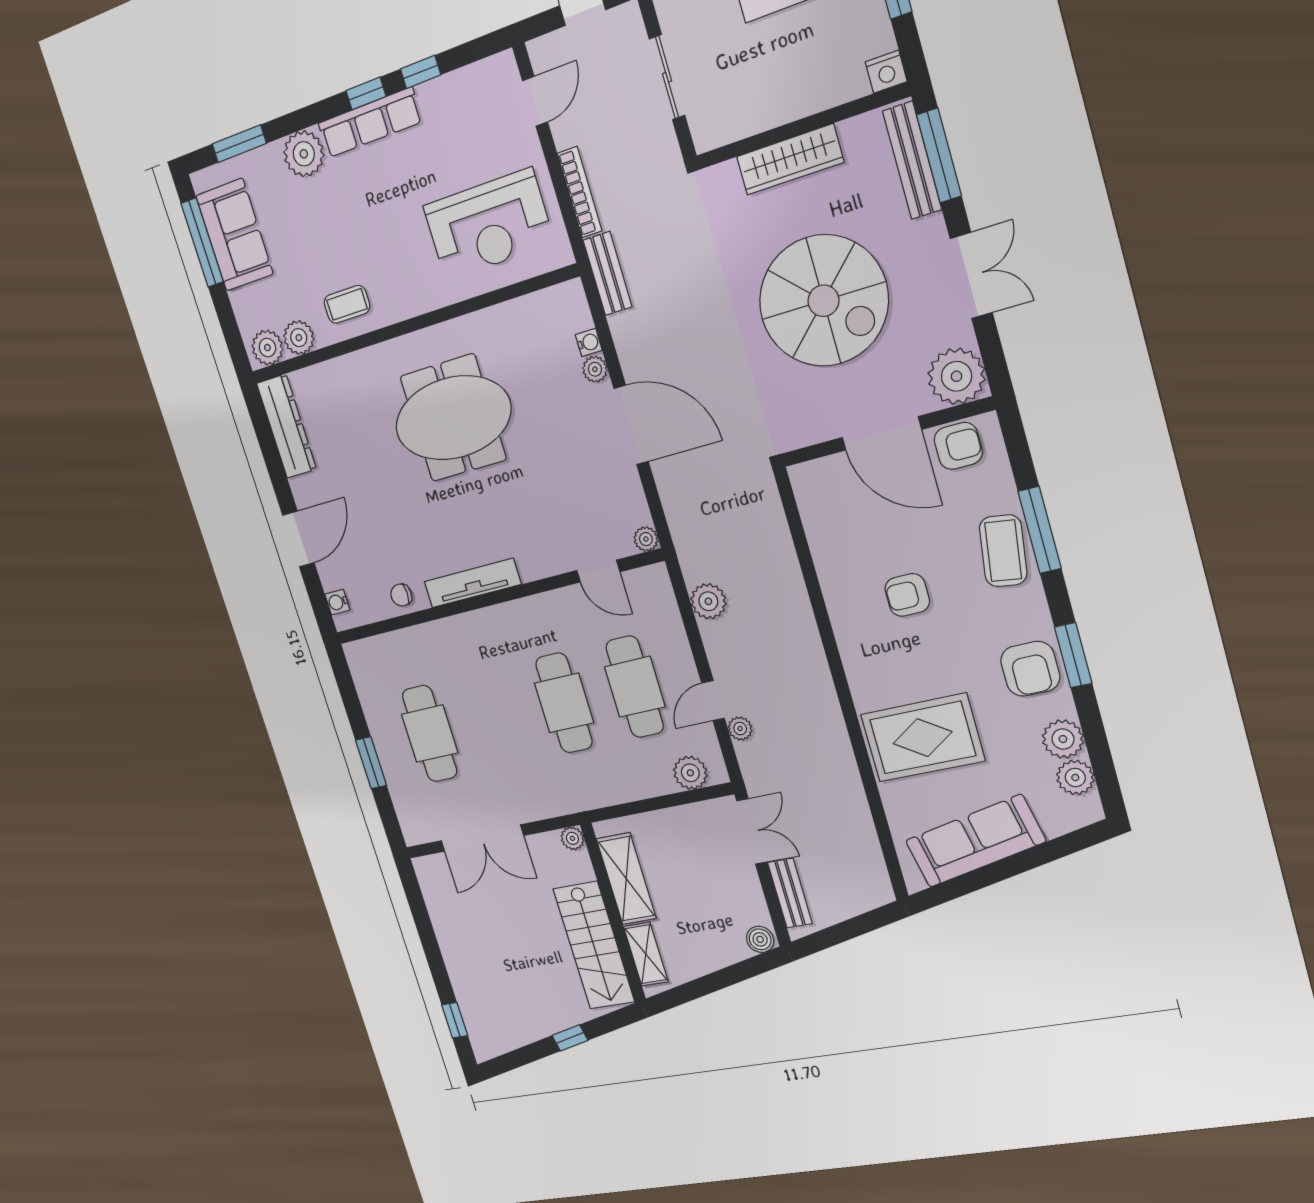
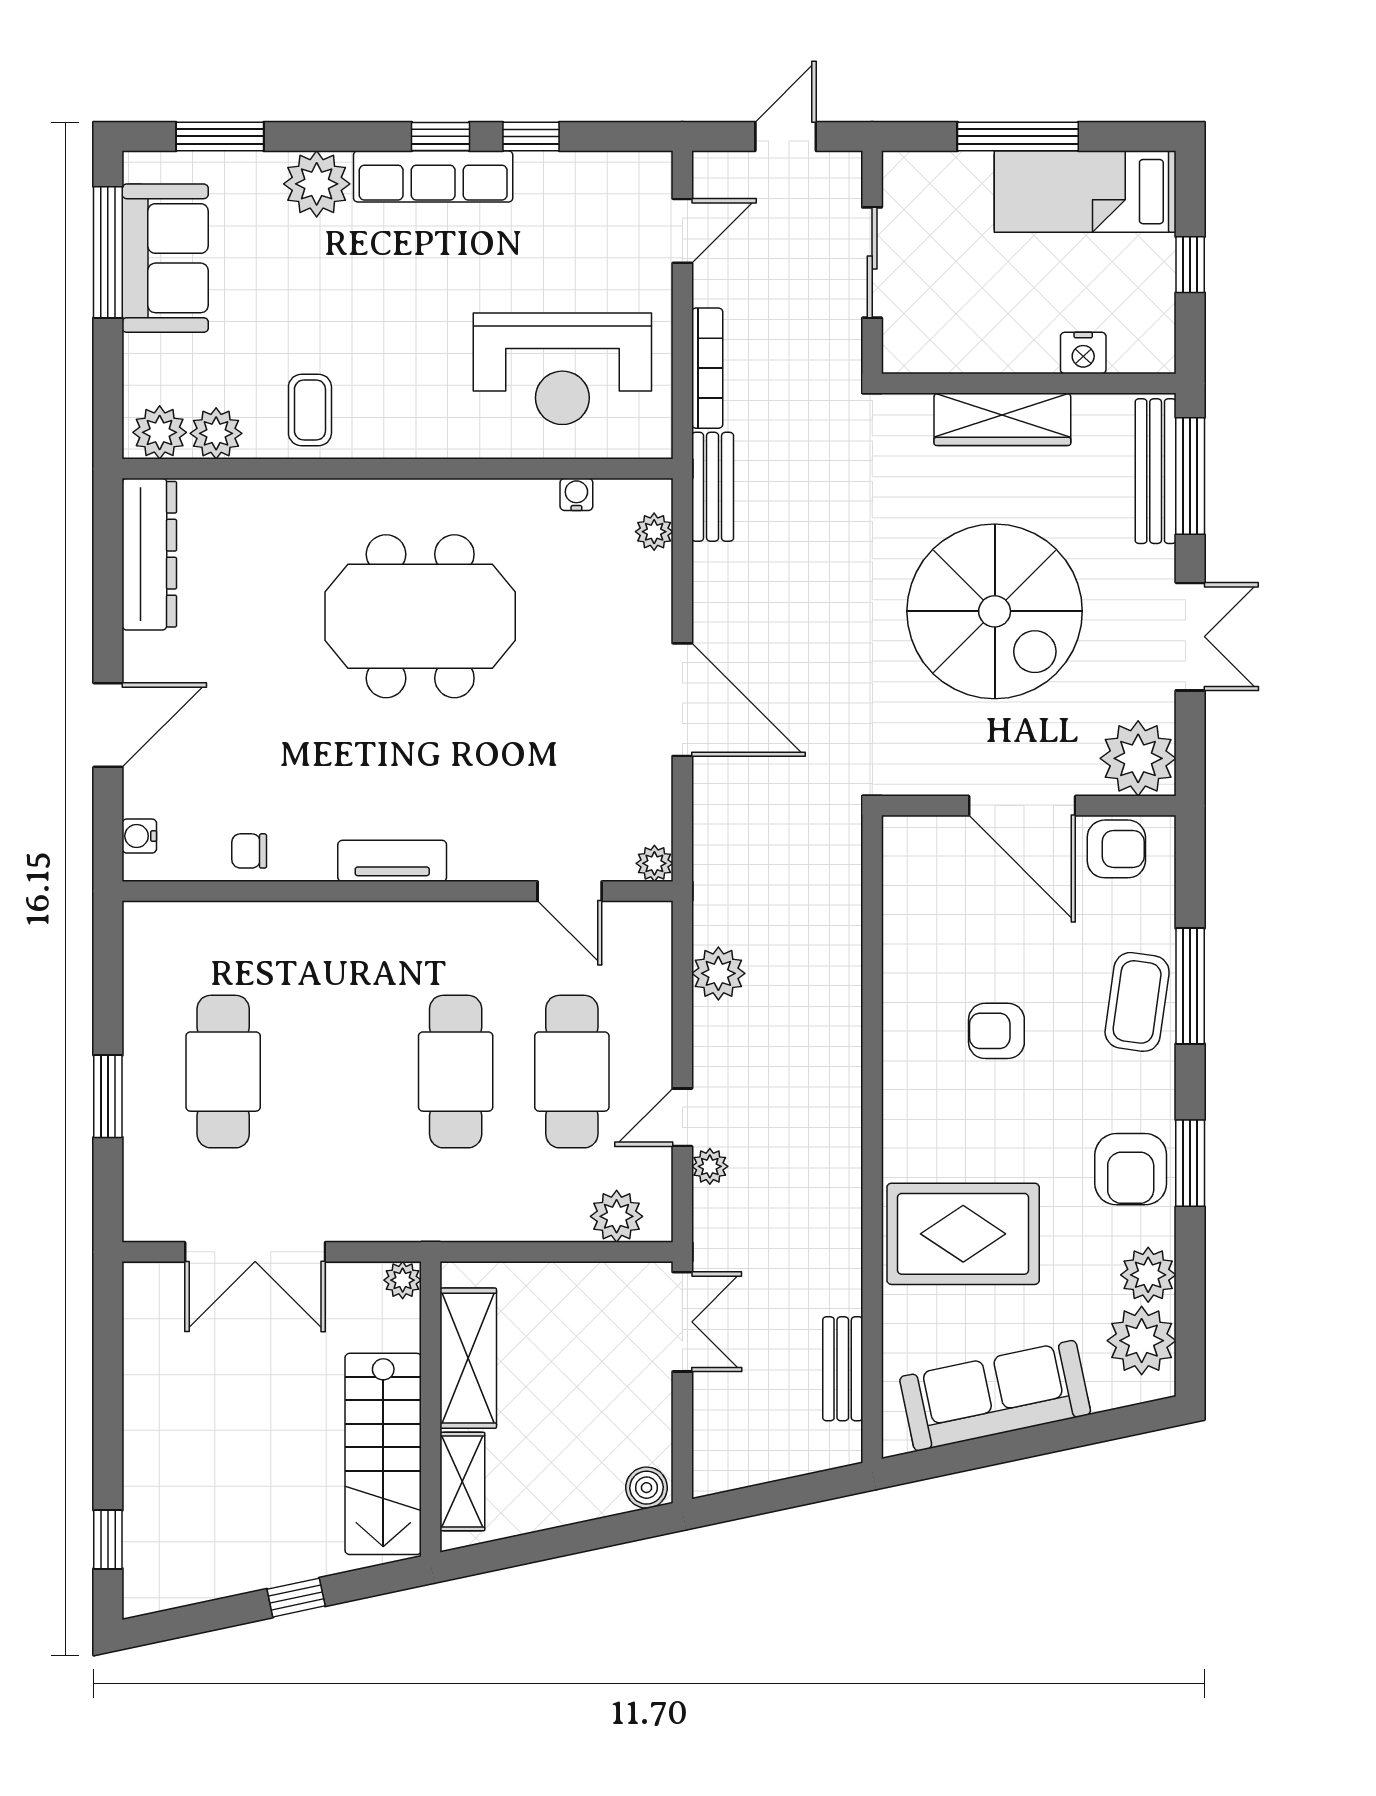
nightstand: (886, 72) -> (1083, 353), moved
coffee table: (347, 304) -> (310, 410), turned 90
water cooler: (589, 342) -> (576, 494), moved, turned -90
plant: (595, 369) -> (654, 532), moved
tv unit: (472, 583) -> (392, 861), width x0.71
plant: (1075, 778) -> (1142, 1341), width x1.36, depth x1.36
bench: (790, 893) -> (843, 1369), moved

